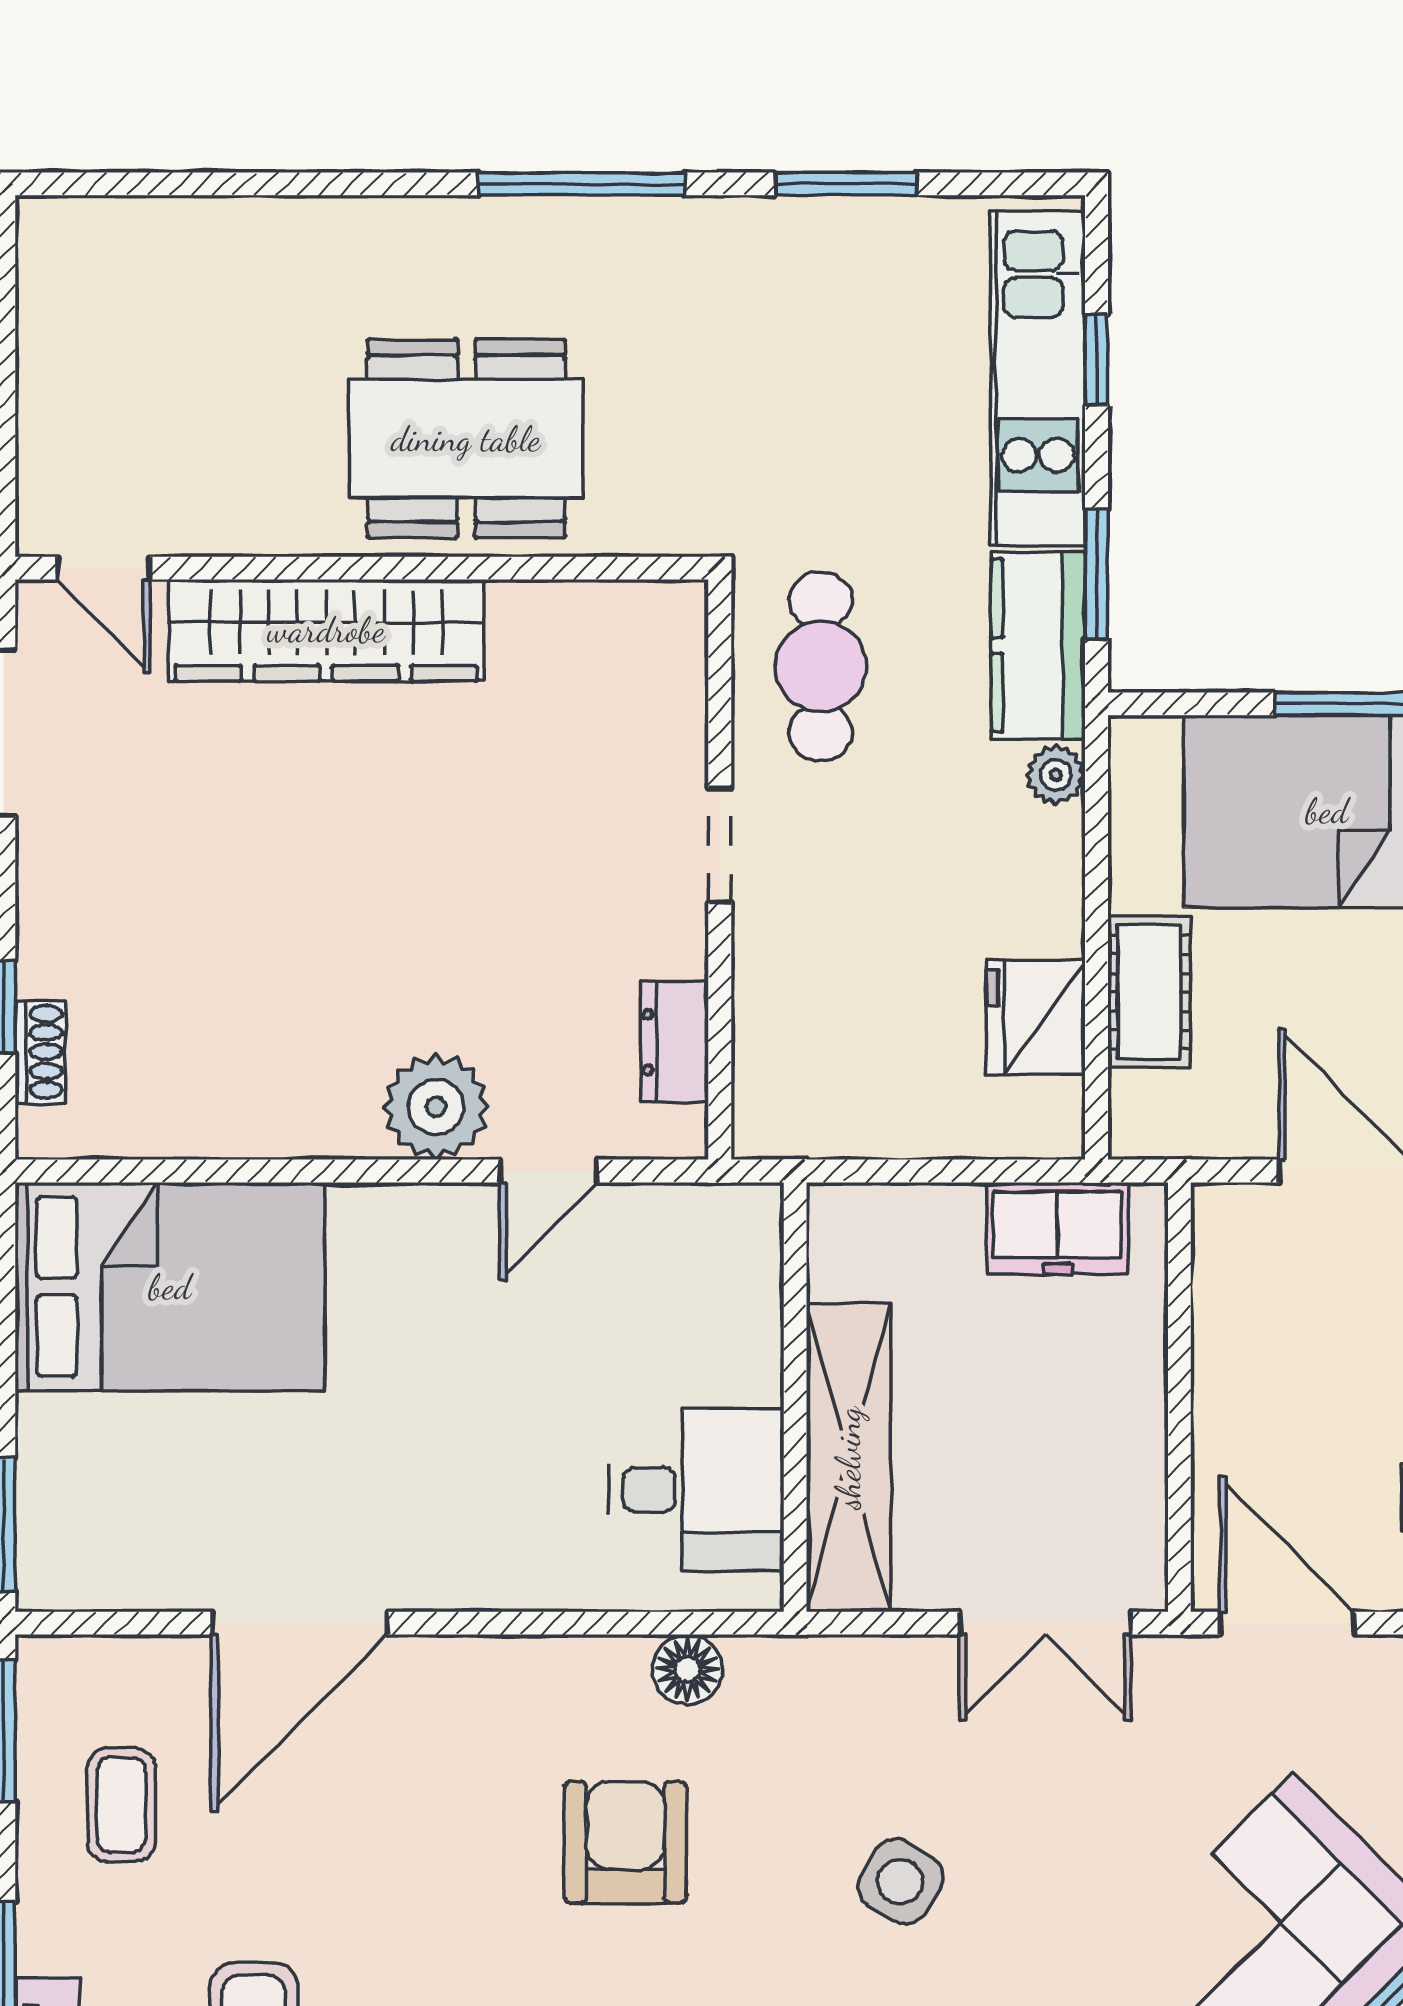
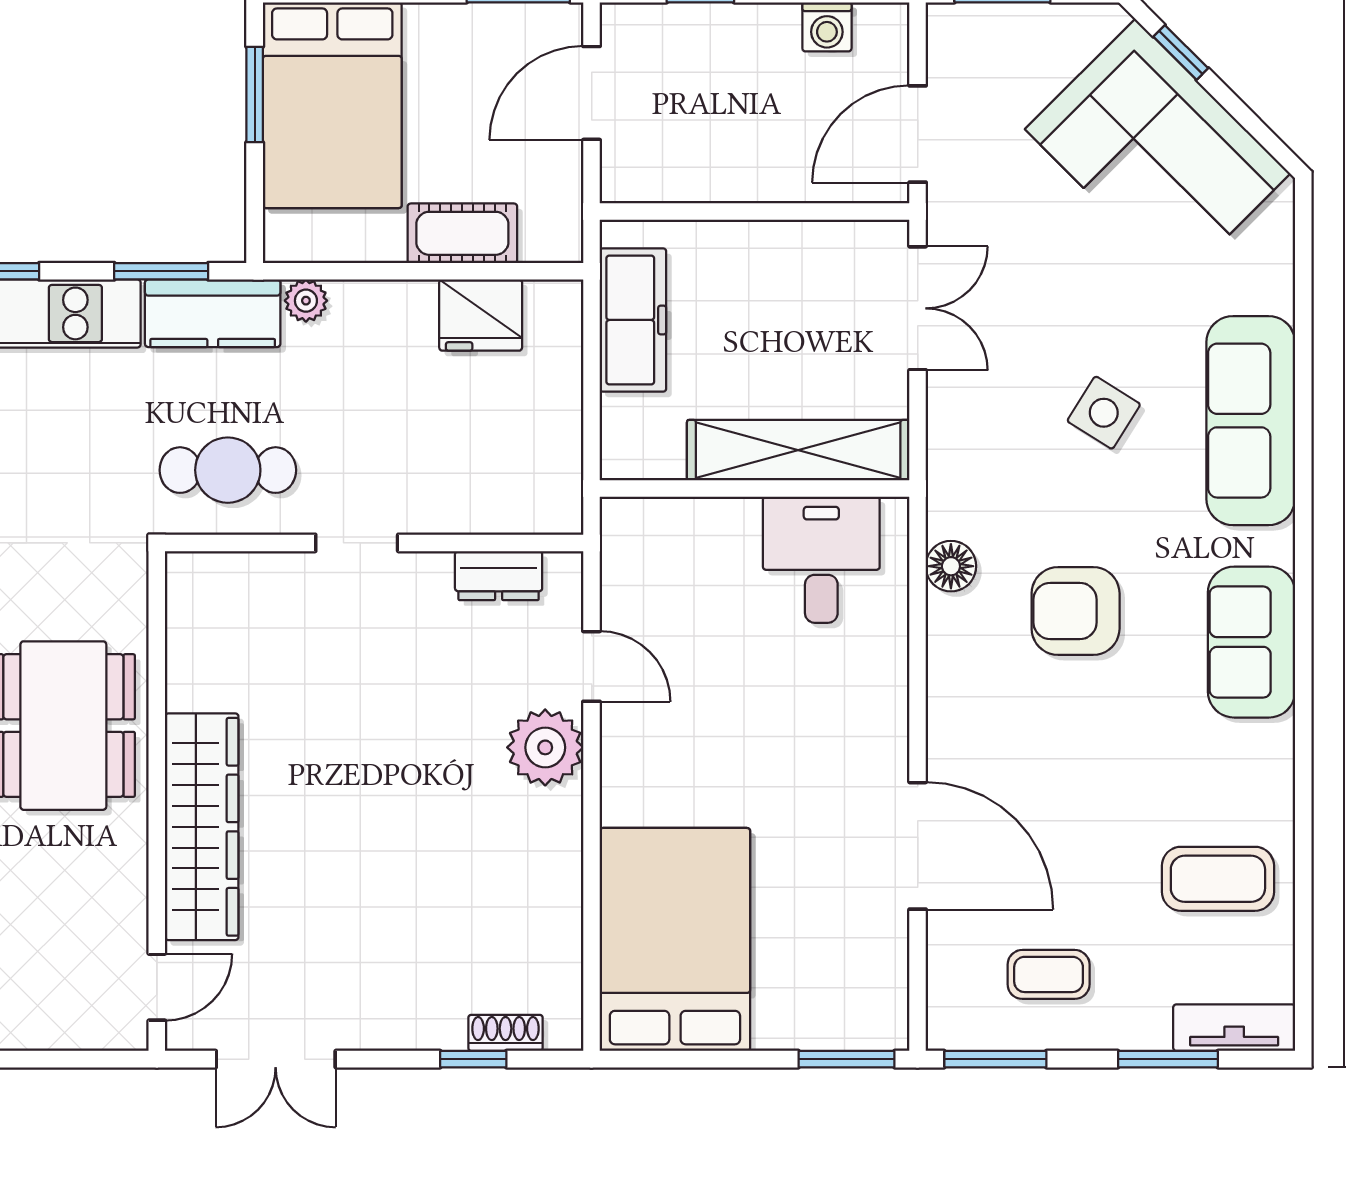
freezer: (1057, 1228) -> (633, 320), width x1.40

